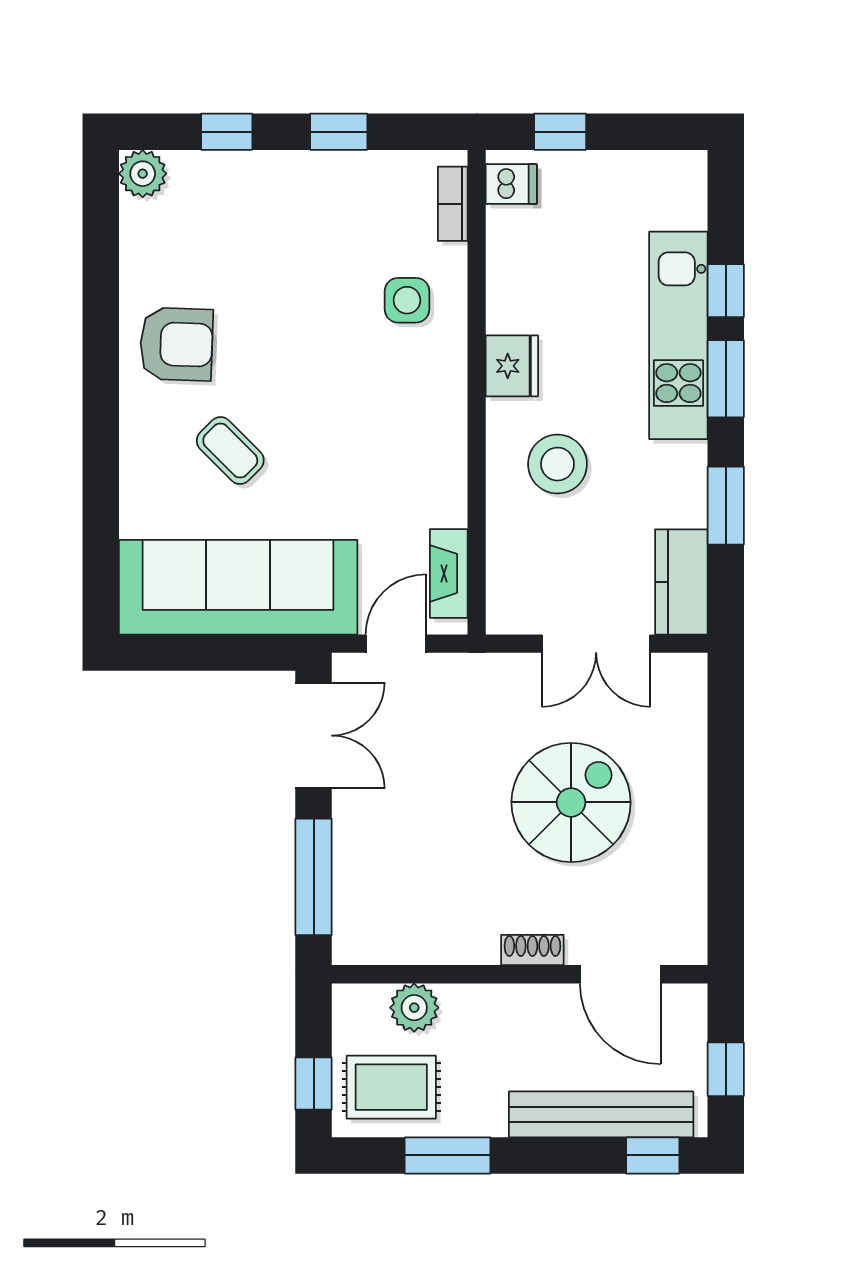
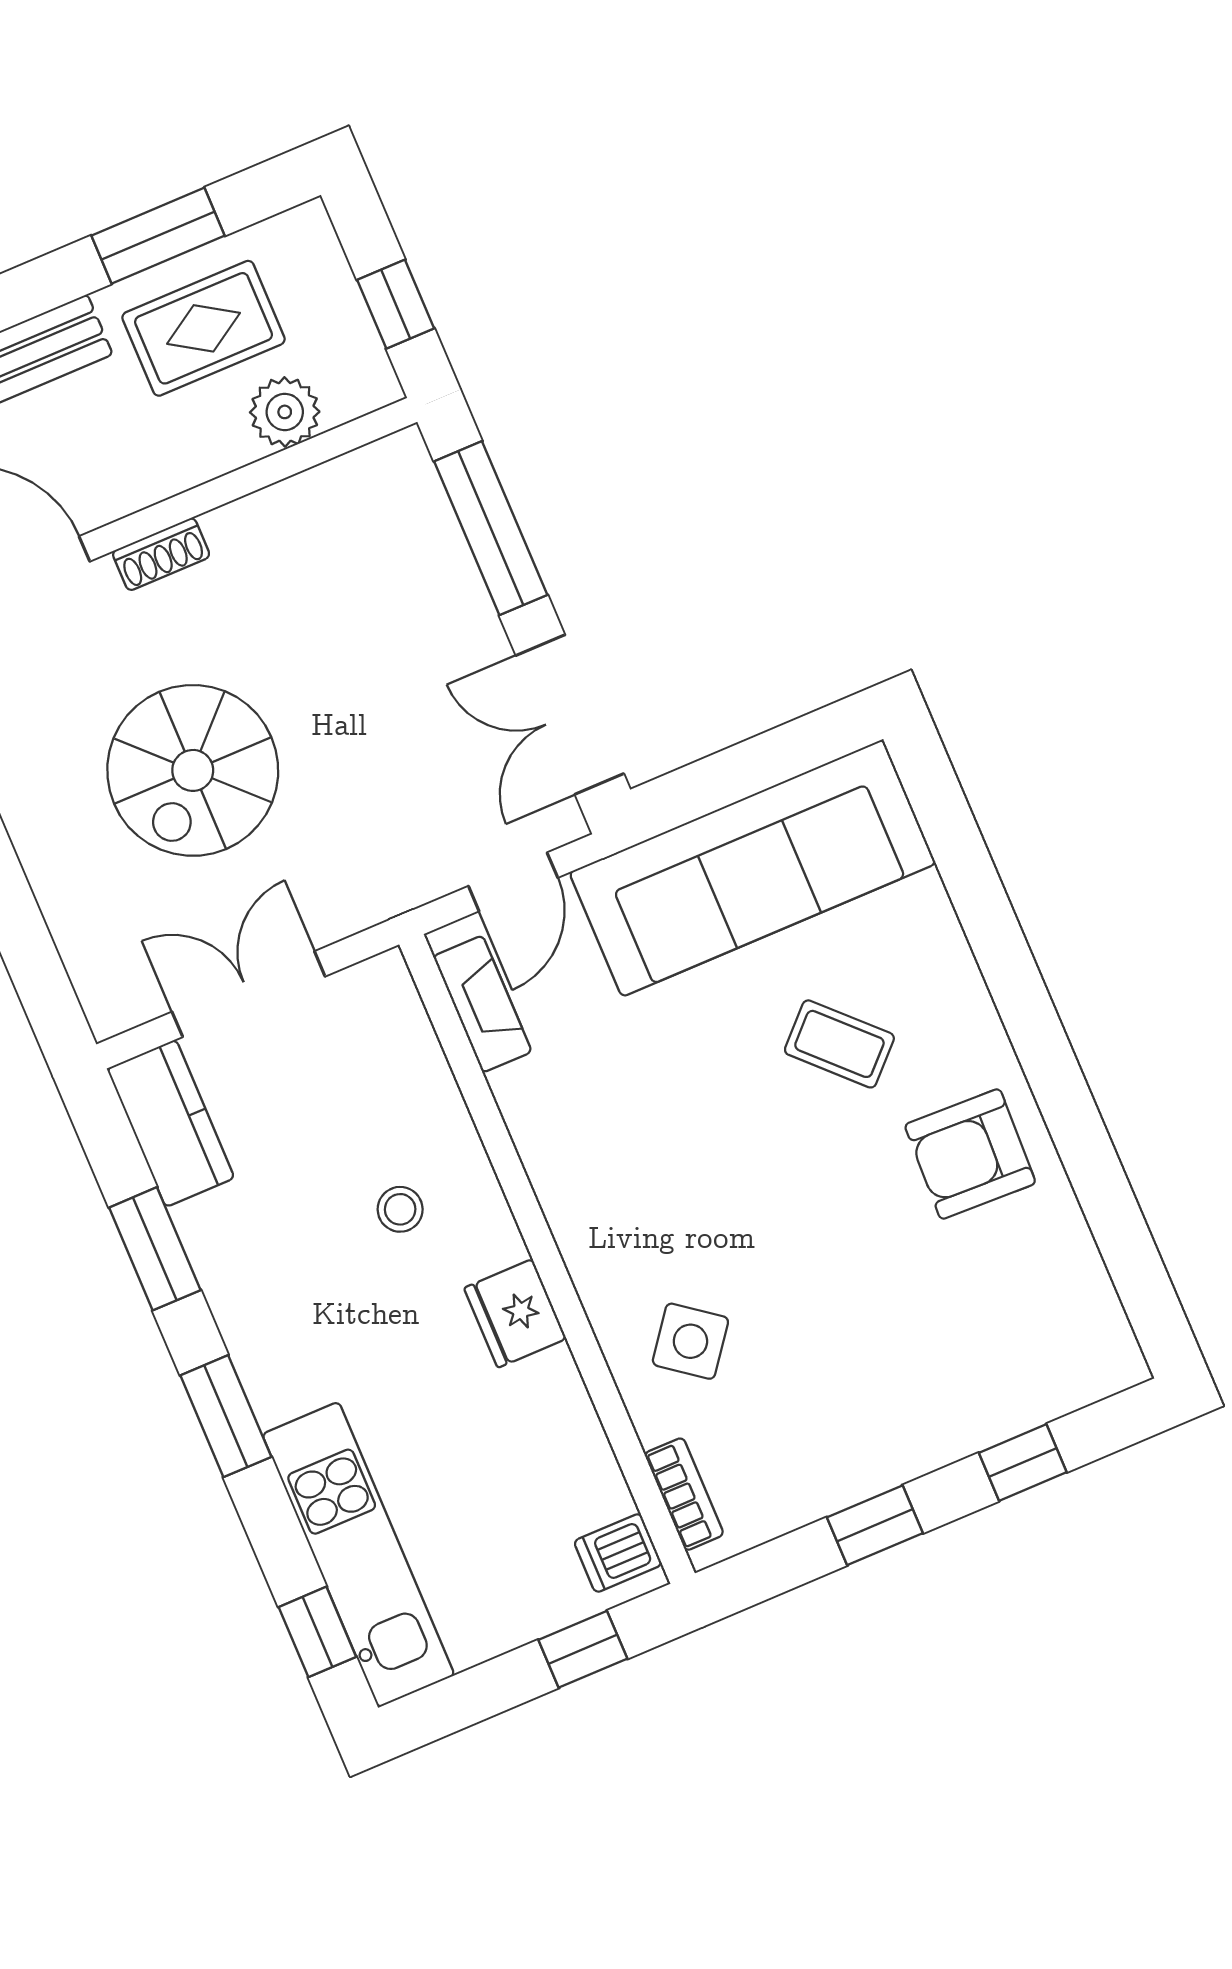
plant: (143, 174) -> (1110, 1360), removed
window: (726, 291) -> (317, 1632), moved
side table: (407, 300) -> (690, 1341), turned 37
kitchen unit: (678, 335) -> (358, 1555), moved
stool: (557, 464) -> (400, 1209), width x0.53, depth x0.53
window: (314, 1084) -> (396, 304), moved
rug: (391, 1087) -> (204, 328), moved

